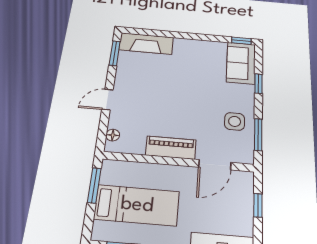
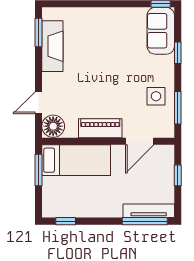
fireplace: (146, 44) -> (52, 46), moved, turned -90
door: (107, 99) -> (39, 103), moved
floor lamp: (113, 135) -> (53, 126), width x1.89, depth x1.89
bed: (137, 205) -> (76, 160), moved

